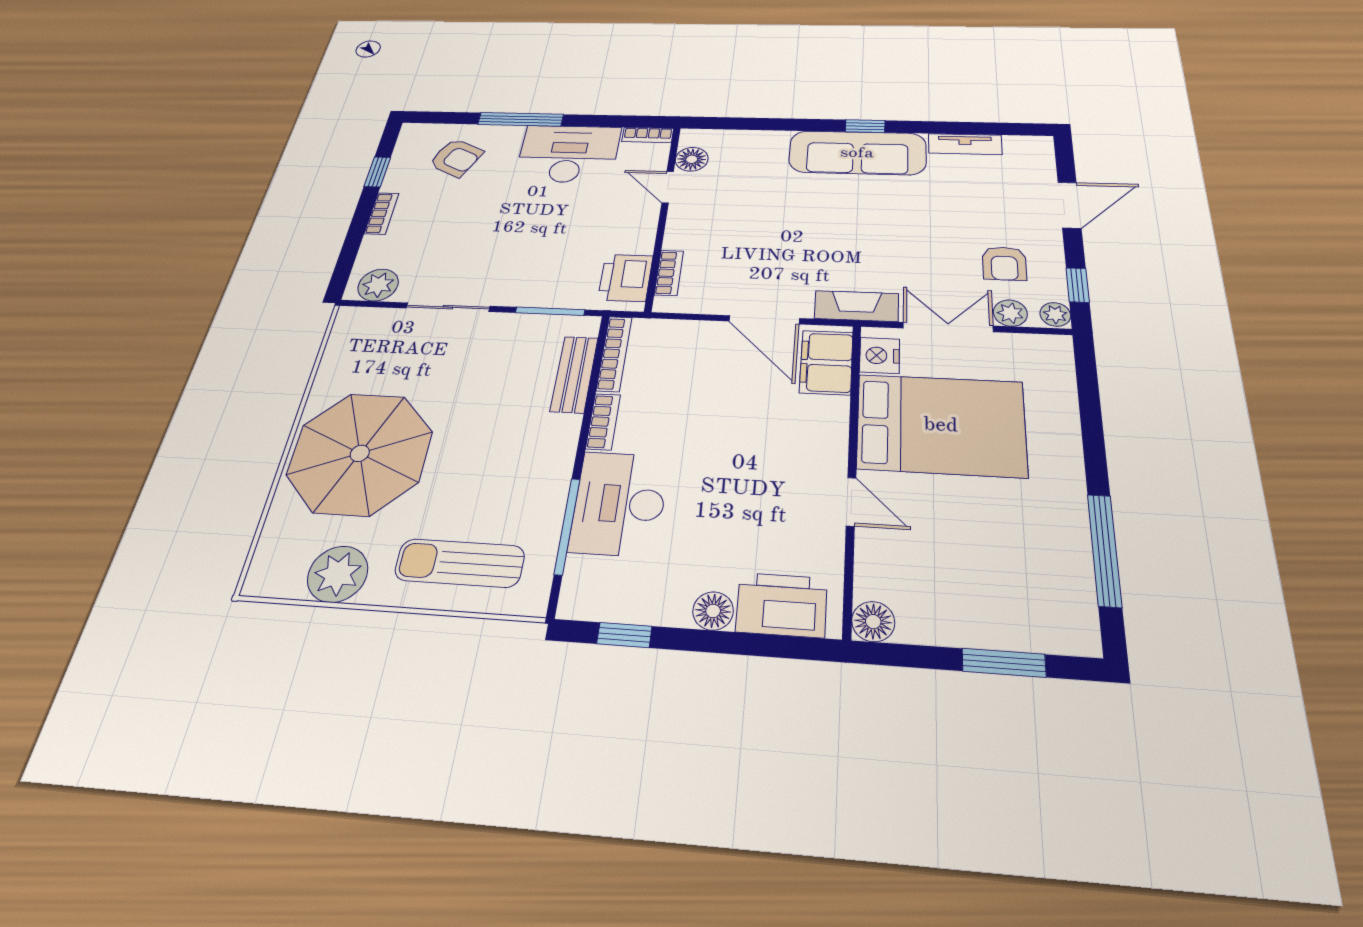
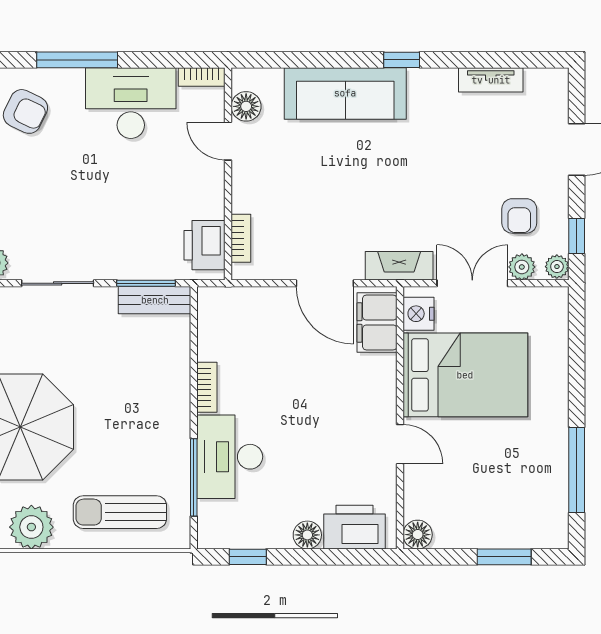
sofa: (857, 153) -> (345, 93), moved
bookcase: (614, 354) -> (206, 323), removed
bench: (574, 374) -> (155, 300), moved, turned 90

